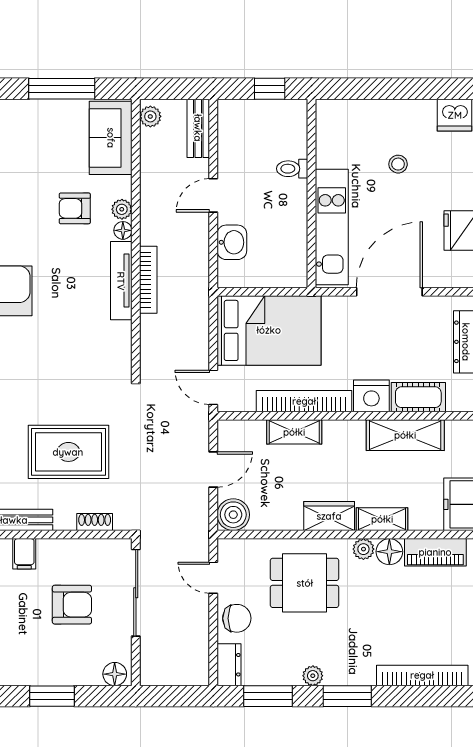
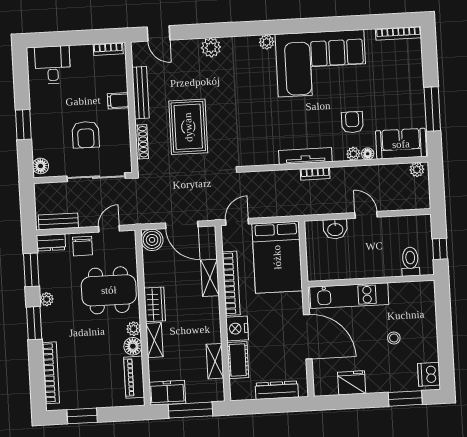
bench: (198, 128) -> (58, 221), moved
toilet: (292, 169) -> (410, 262), moved, width x1.37, depth x1.39
floor lamp: (123, 230) -> (368, 154), moved
bookcase: (148, 280) -> (315, 174), width x0.64
shelving: (405, 435) -> (215, 361), width x0.67, depth x0.75
door: (213, 469) -> (182, 225), width x1.38
shoe rack: (95, 522) -> (142, 142), width x1.43
dining table: (305, 583) -> (109, 290), width x1.38

